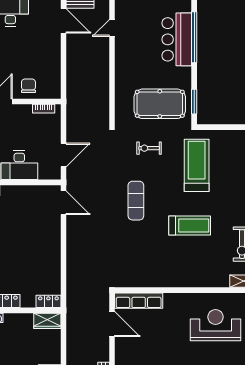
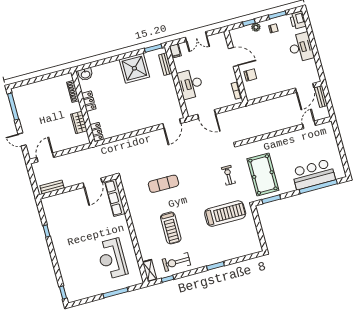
door: (112, 28) -> (309, 125), hinge flipped
exercise mat: (136, 201) -> (163, 184), moved
treadmill: (190, 226) -> (171, 228), moved
wardrobe: (47, 321) -> (79, 123), moved
reception desk: (216, 325) -> (112, 259), turned 180

